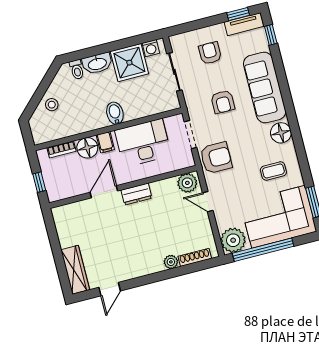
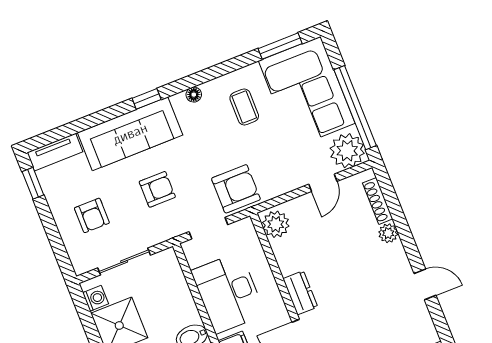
tv unit: (244, 24) -> (55, 152), moved, turned 90
window: (271, 35) -> (147, 99), moved
armchair: (210, 53) -> (92, 215), turned -90
floor lamp: (281, 133) -> (194, 95), width x0.53, depth x0.53
armchair: (216, 158) -> (236, 189), turned 90
door: (208, 202) -> (323, 183), moved
door: (110, 289) -> (425, 284), moved

